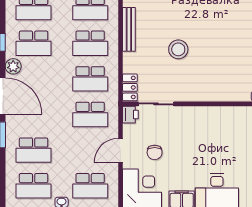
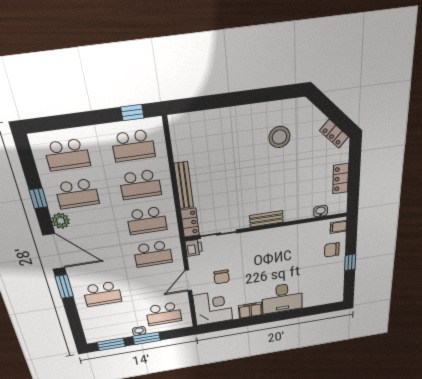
bench: (129, 29) -> (184, 185), moved
stool: (178, 49) -> (279, 137), moved
bench: (204, 96) -> (266, 219), added
school desk: (34, 186) -> (109, 323), removed

